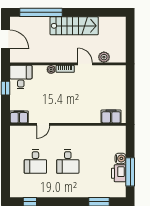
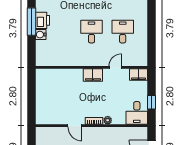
plant: (104, 57) -> (57, 132), removed
filing cabinet: (111, 116) -> (93, 75), moved

